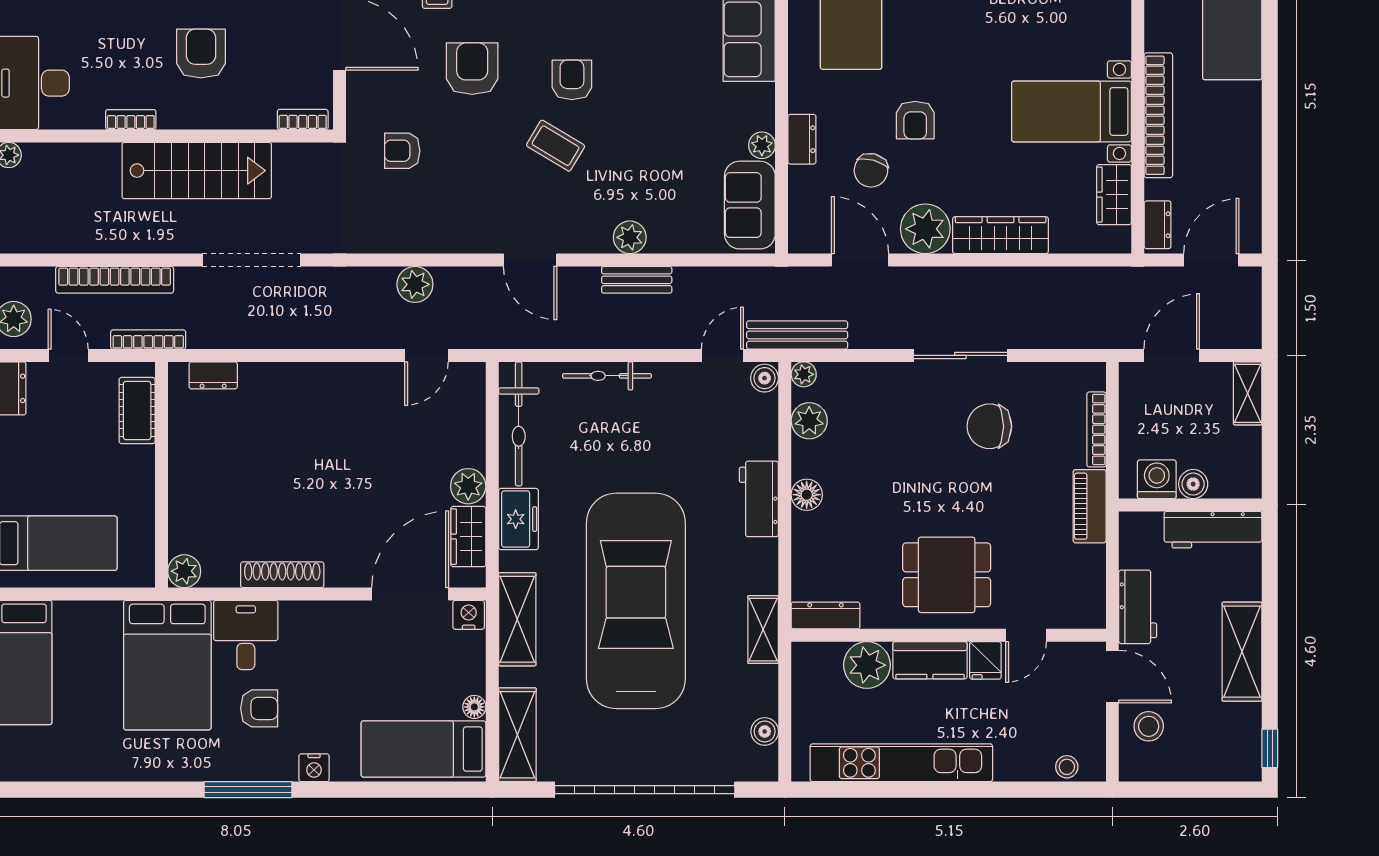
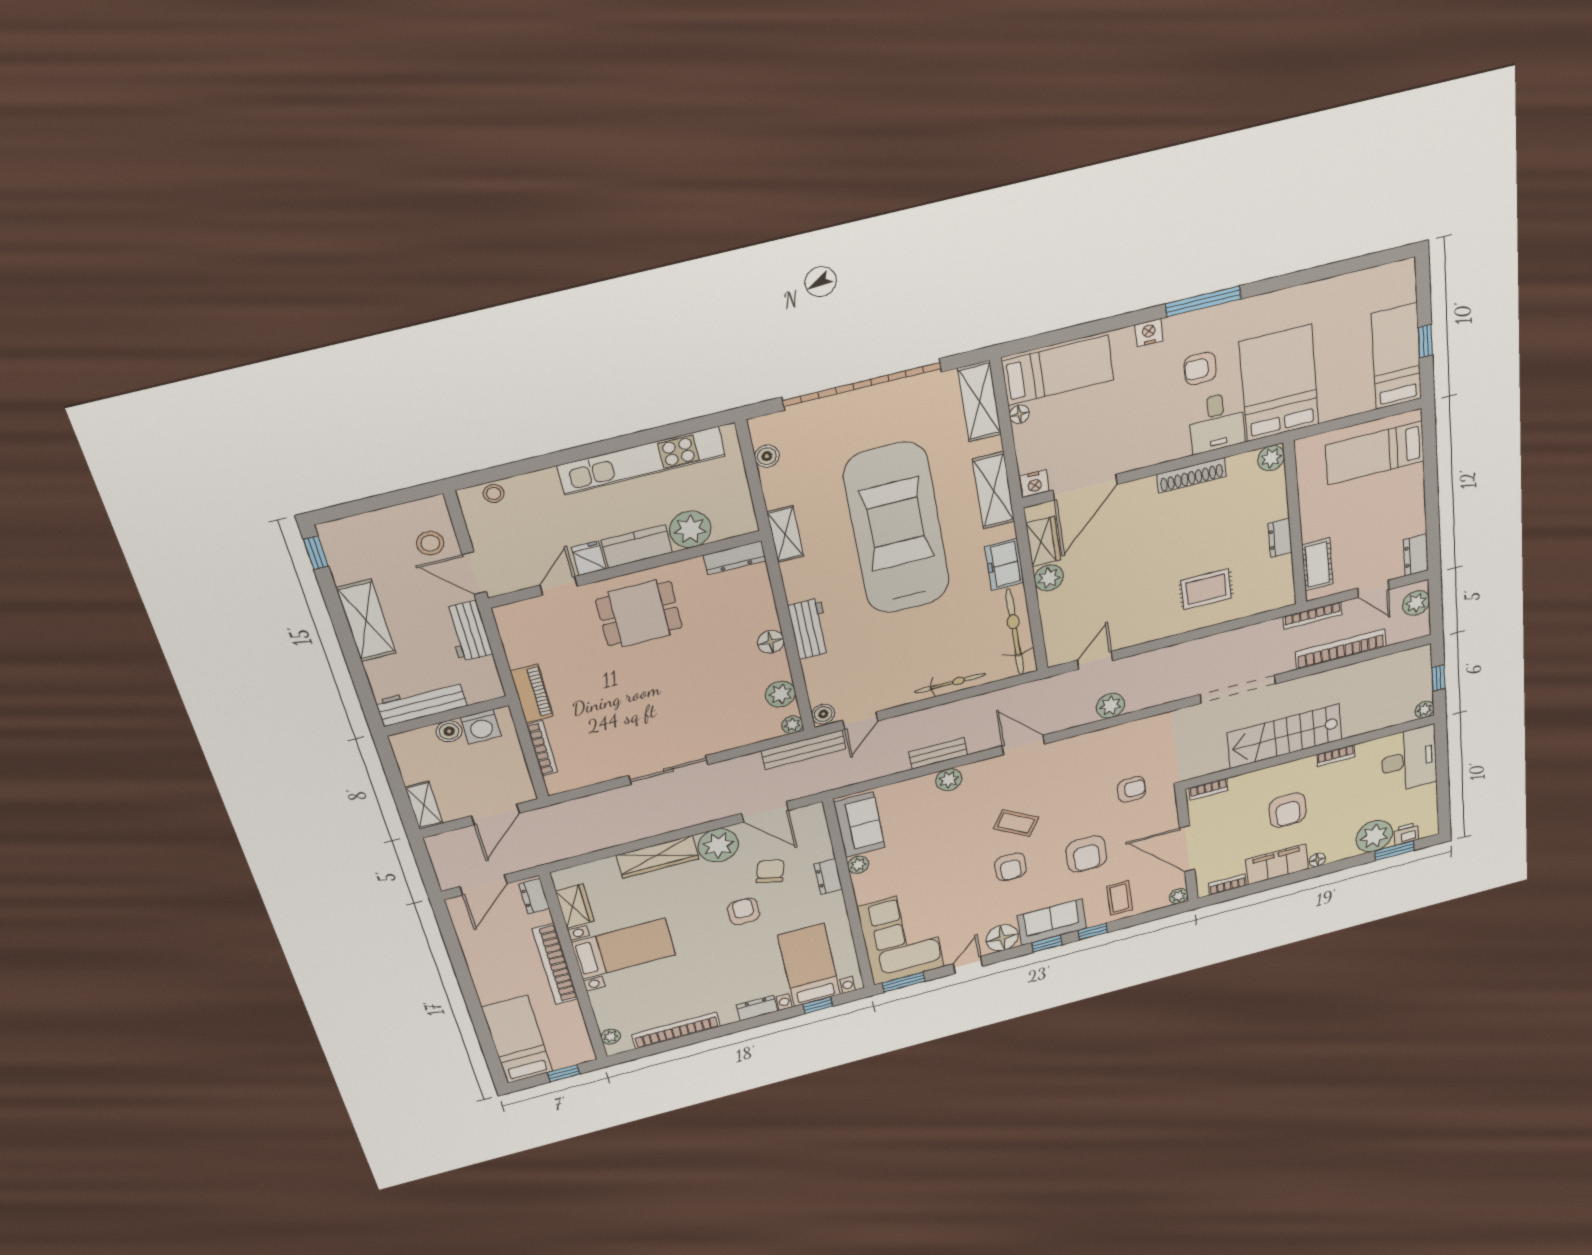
dresser: (213, 375) -> (1280, 538), moved, turned -90
rug: (279, 416) -> (1206, 589), added
chair: (989, 426) -> (632, 728), removed
car: (636, 601) -> (897, 529), turned 180

